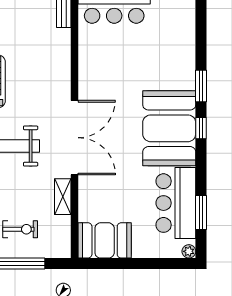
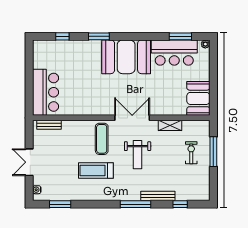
exercise mat: (42, 90) -> (102, 139), added
window: (201, 128) -> (62, 36), moved
double door: (75, 138) -> (132, 118), width x0.73

